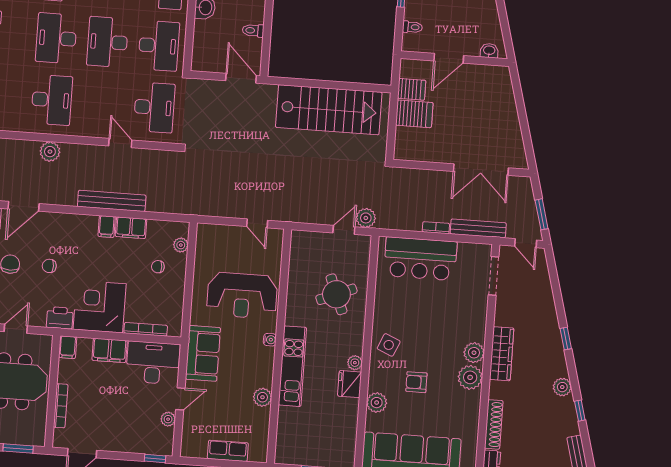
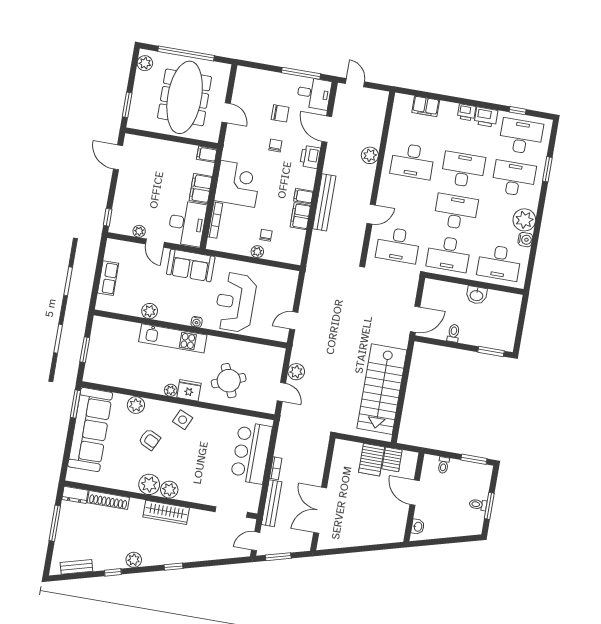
plant: (366, 218) -> (296, 372), moved
plant: (181, 245) -> (257, 252), moved
printer: (60, 318) -> (310, 157), moved, turned 180
armchair: (416, 382) -> (150, 440), turned 116
fridge: (350, 384) -> (189, 390), moved
bookcase: (61, 406) -> (159, 144), removed

